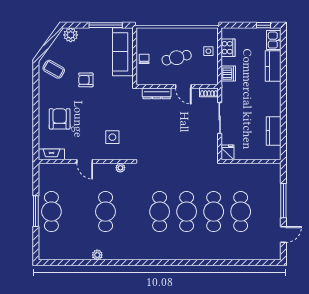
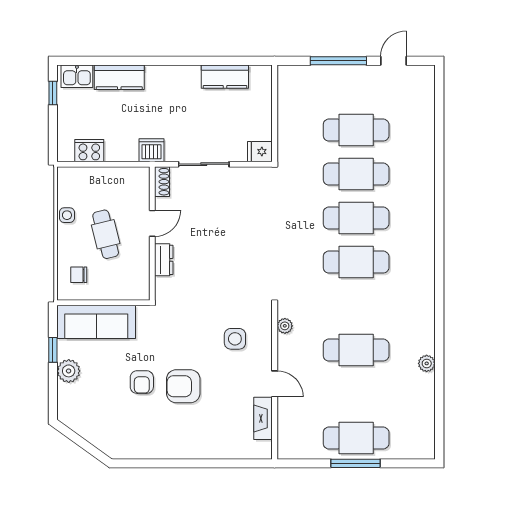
window: (106, 25) -> (53, 350), width x0.46
plant: (71, 35) -> (69, 371), moved
side table: (208, 51) -> (67, 215), moved
chair: (144, 59) -> (79, 275), moved
coffee table: (54, 69) -> (124, 434), removed
dishwasher: (228, 74) -> (152, 150), moved
dresser: (157, 93) -> (164, 260), width x0.70
armchair: (60, 119) -> (183, 386), moved
fireplace: (51, 154) -> (263, 418), moved
door: (85, 161) -> (275, 384), hinge flipped
door: (283, 235) -> (393, 61), hinge flipped

